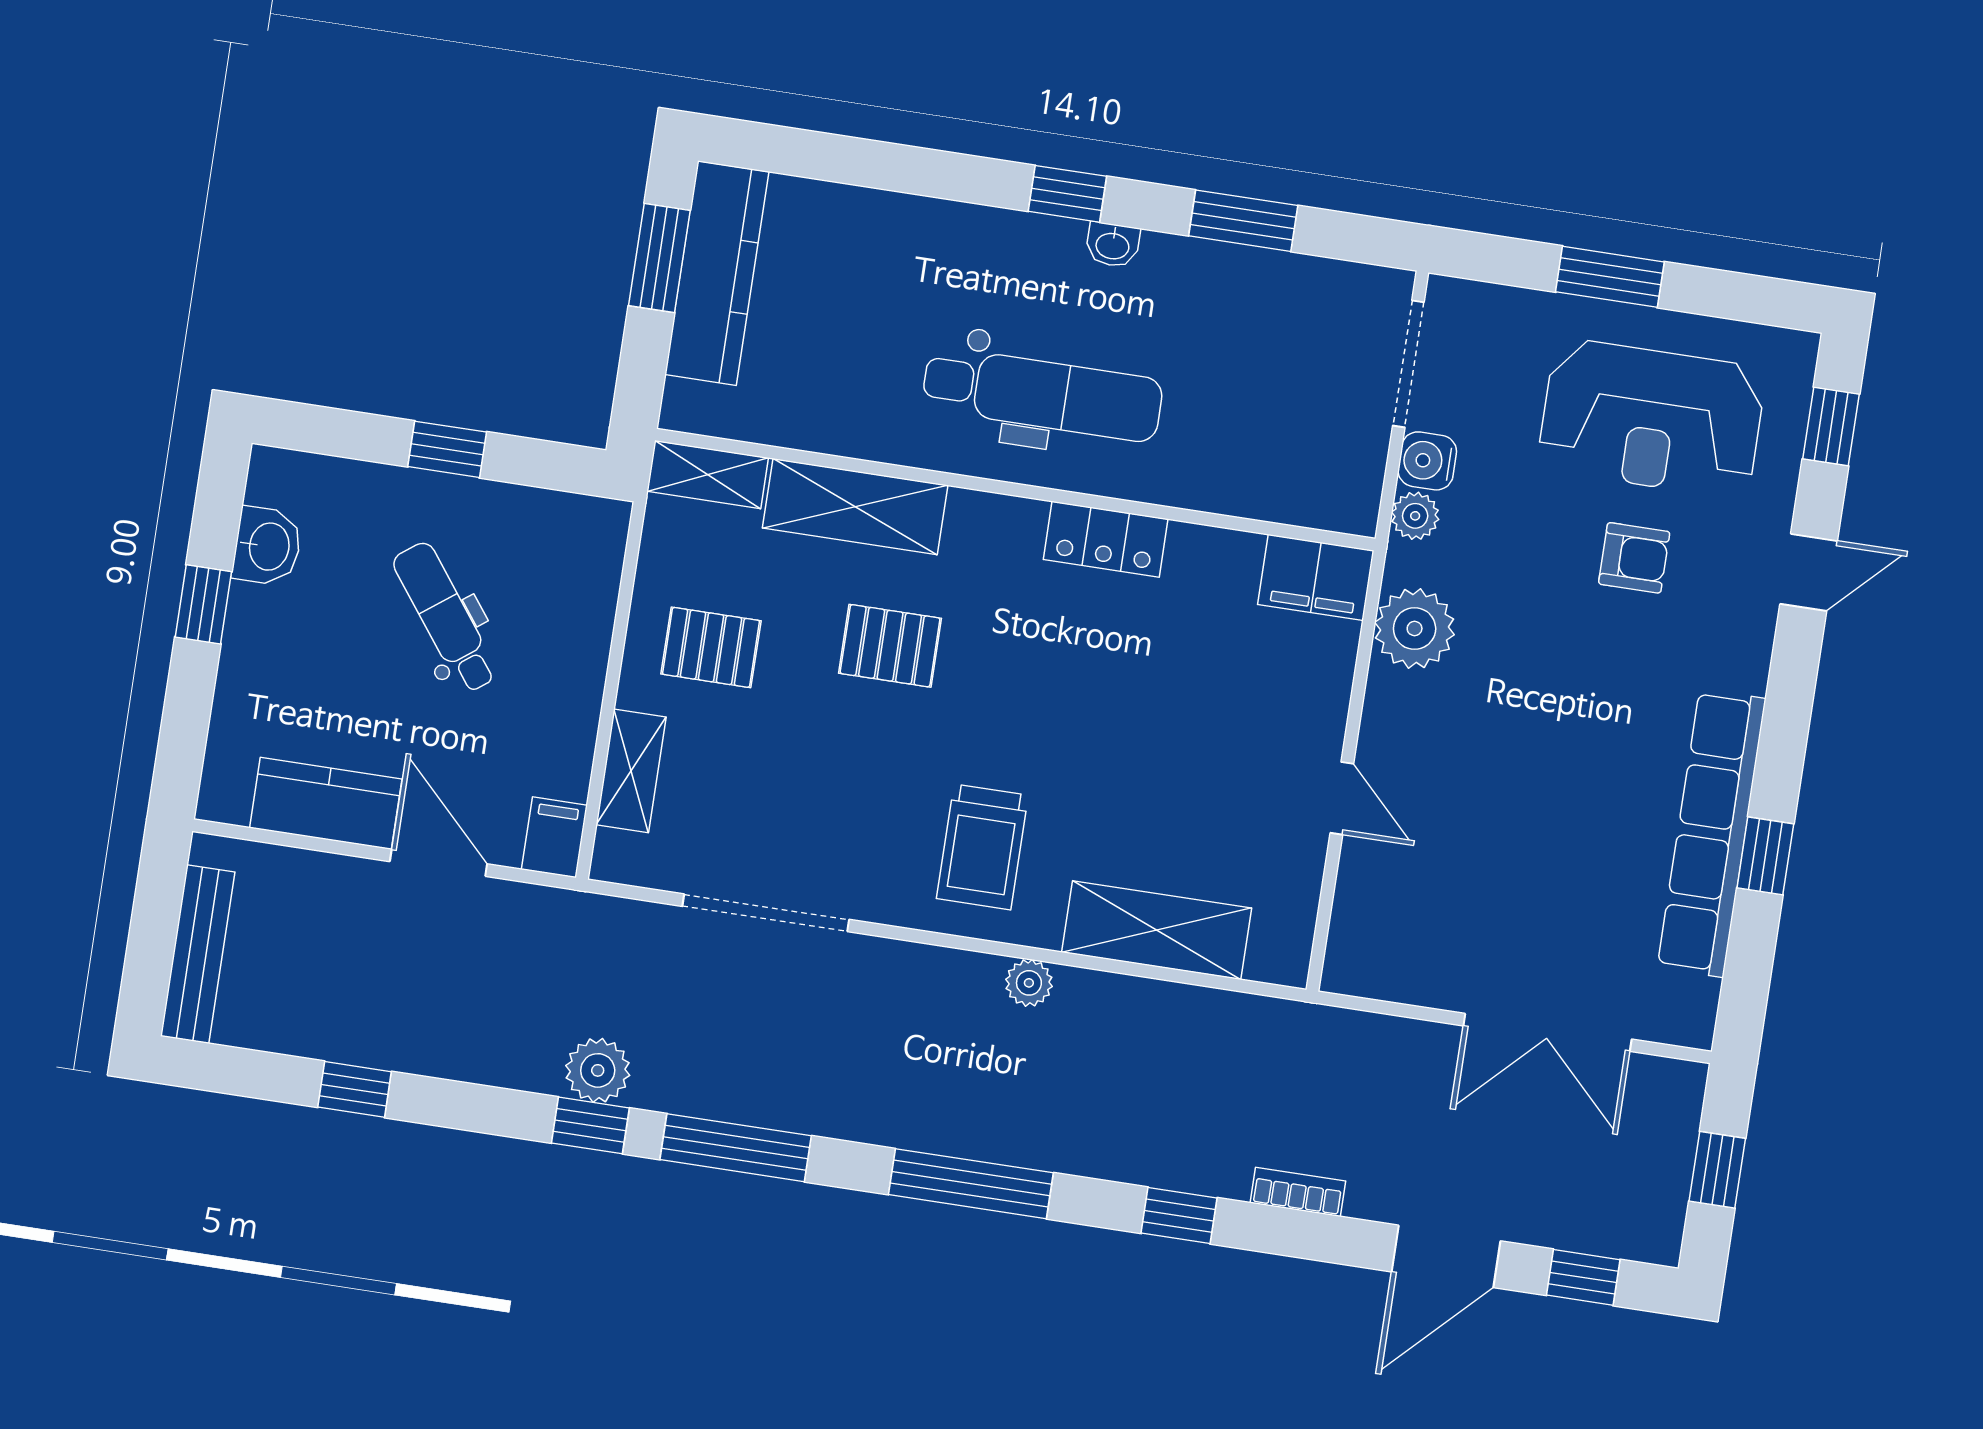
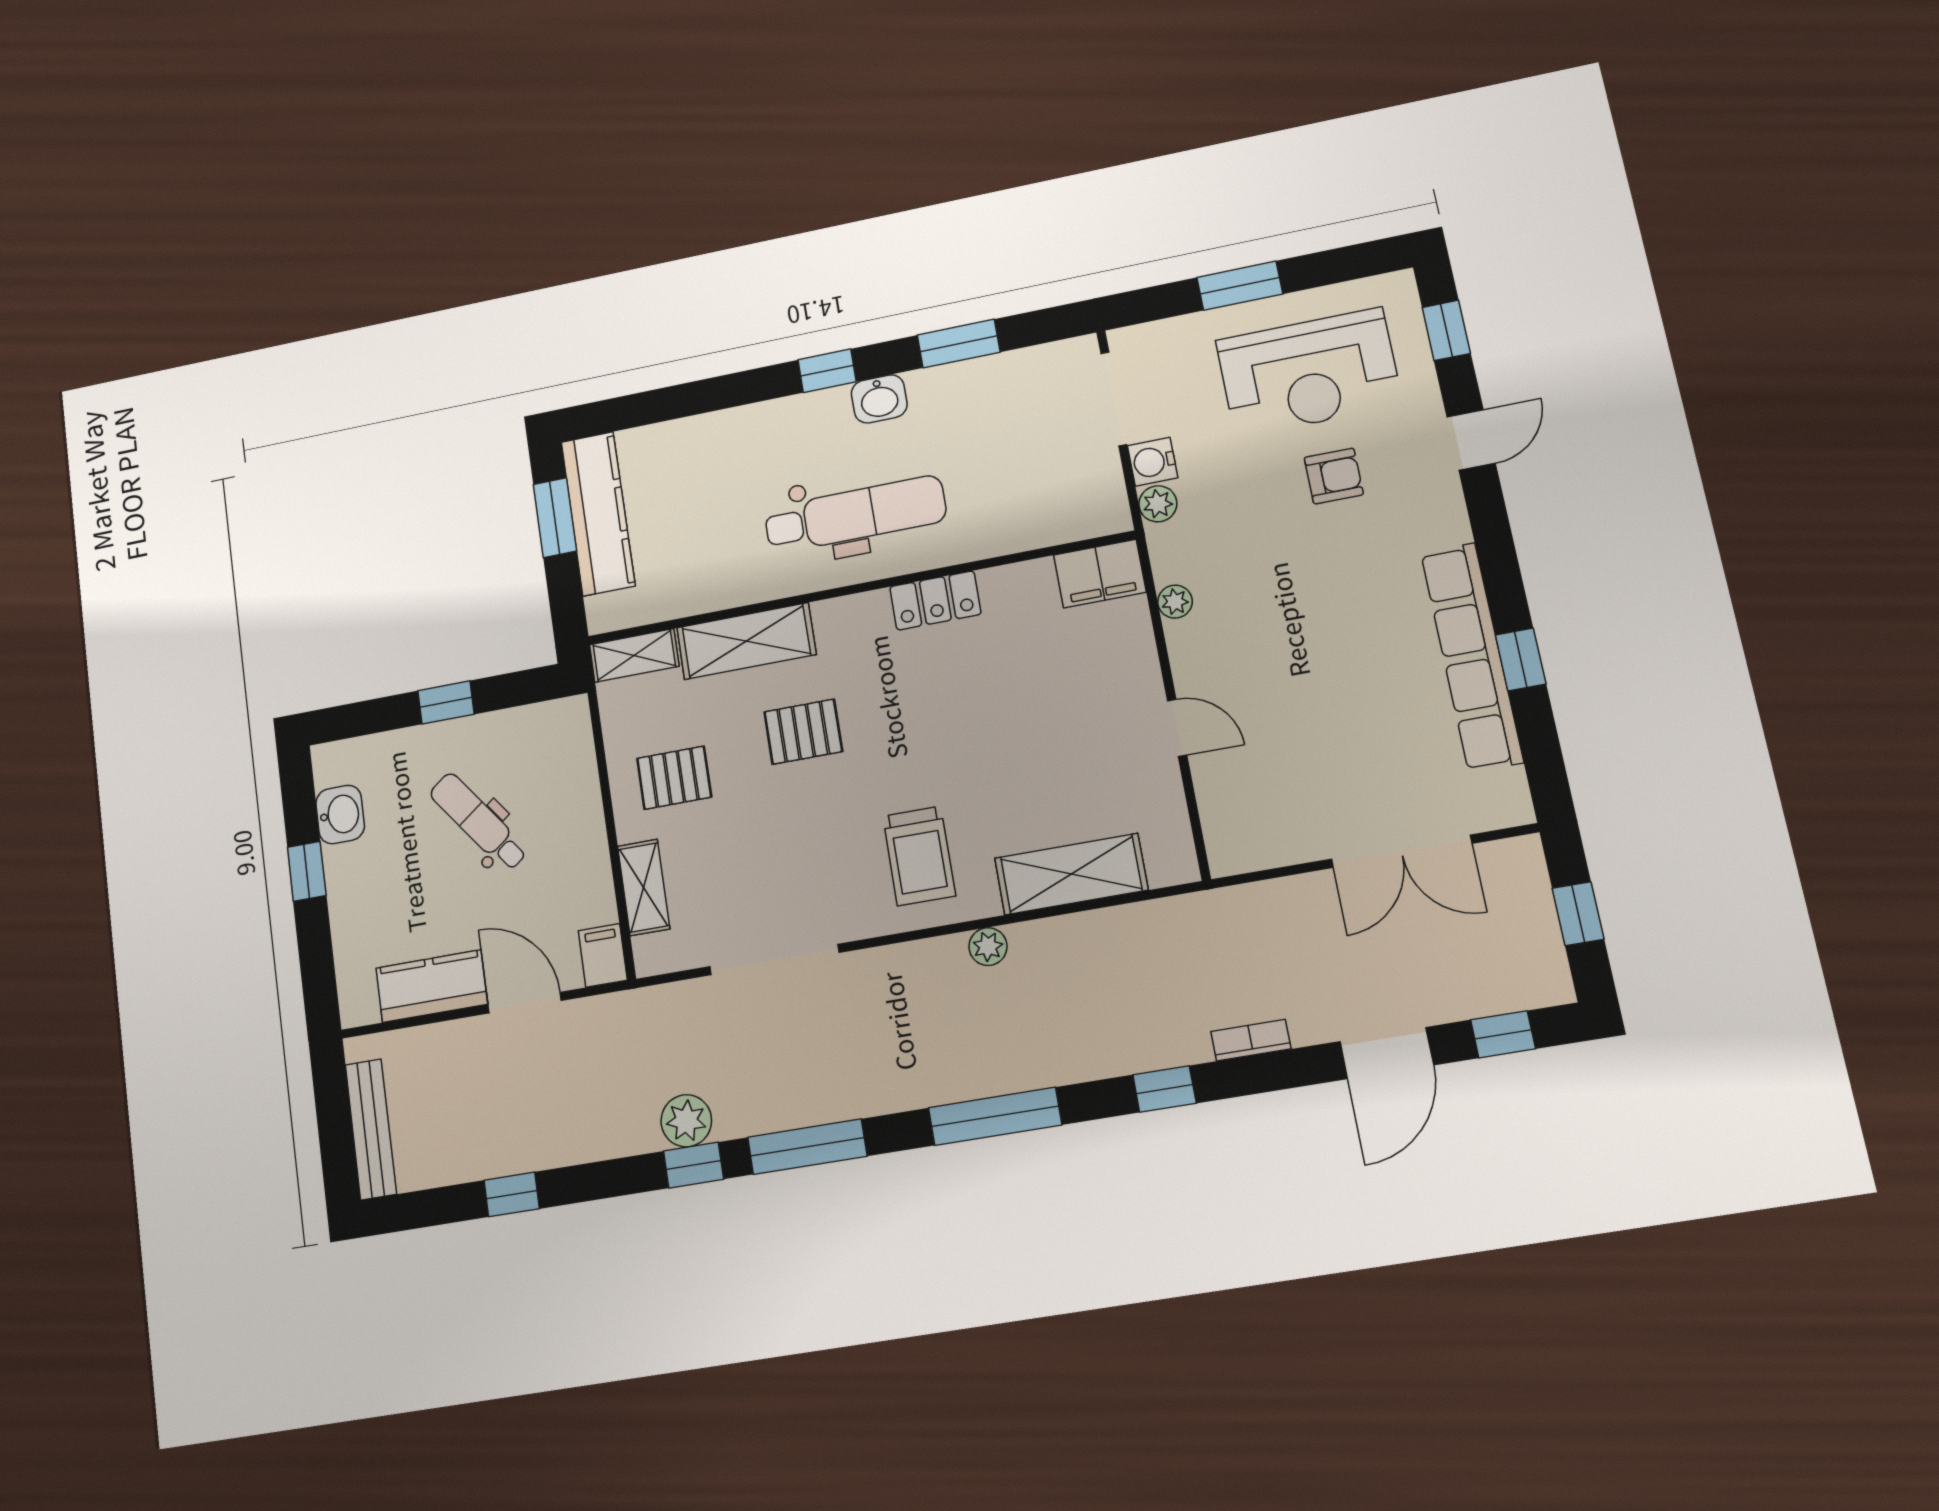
washbasin: (1113, 245) -> (879, 399), width x1.38, depth x1.45
plant: (1415, 629) -> (1175, 602), width x0.53, depth x0.53

